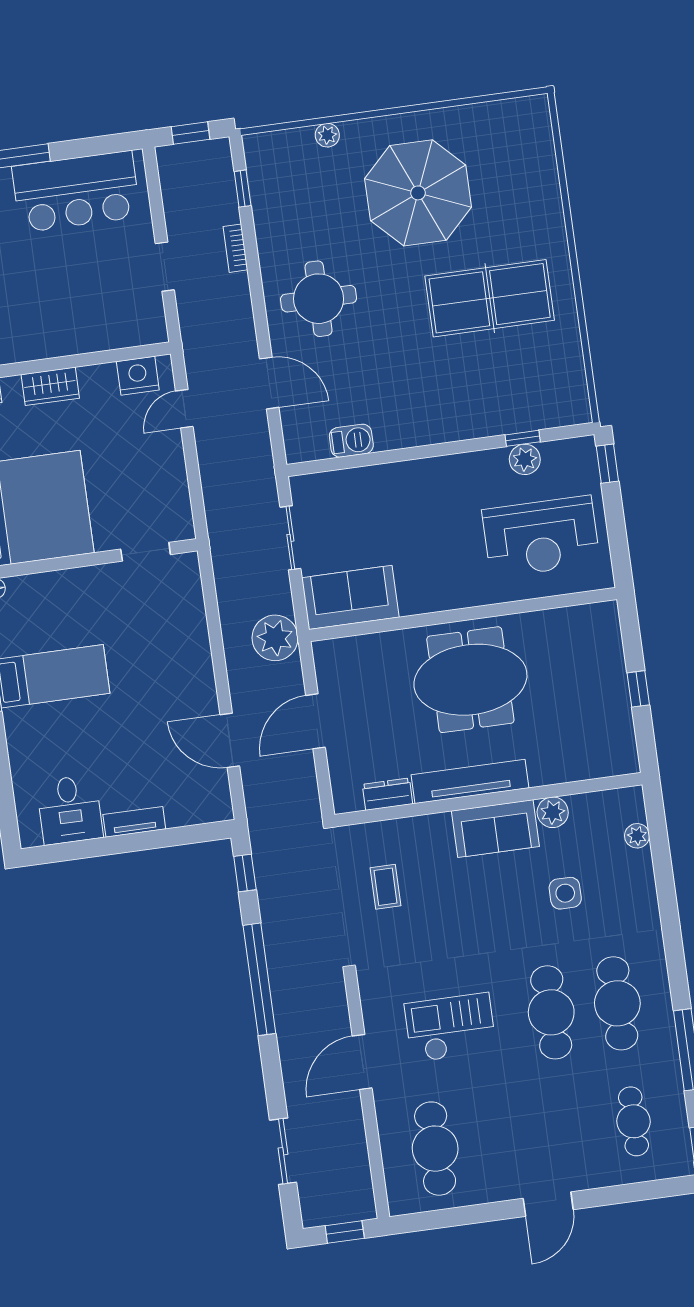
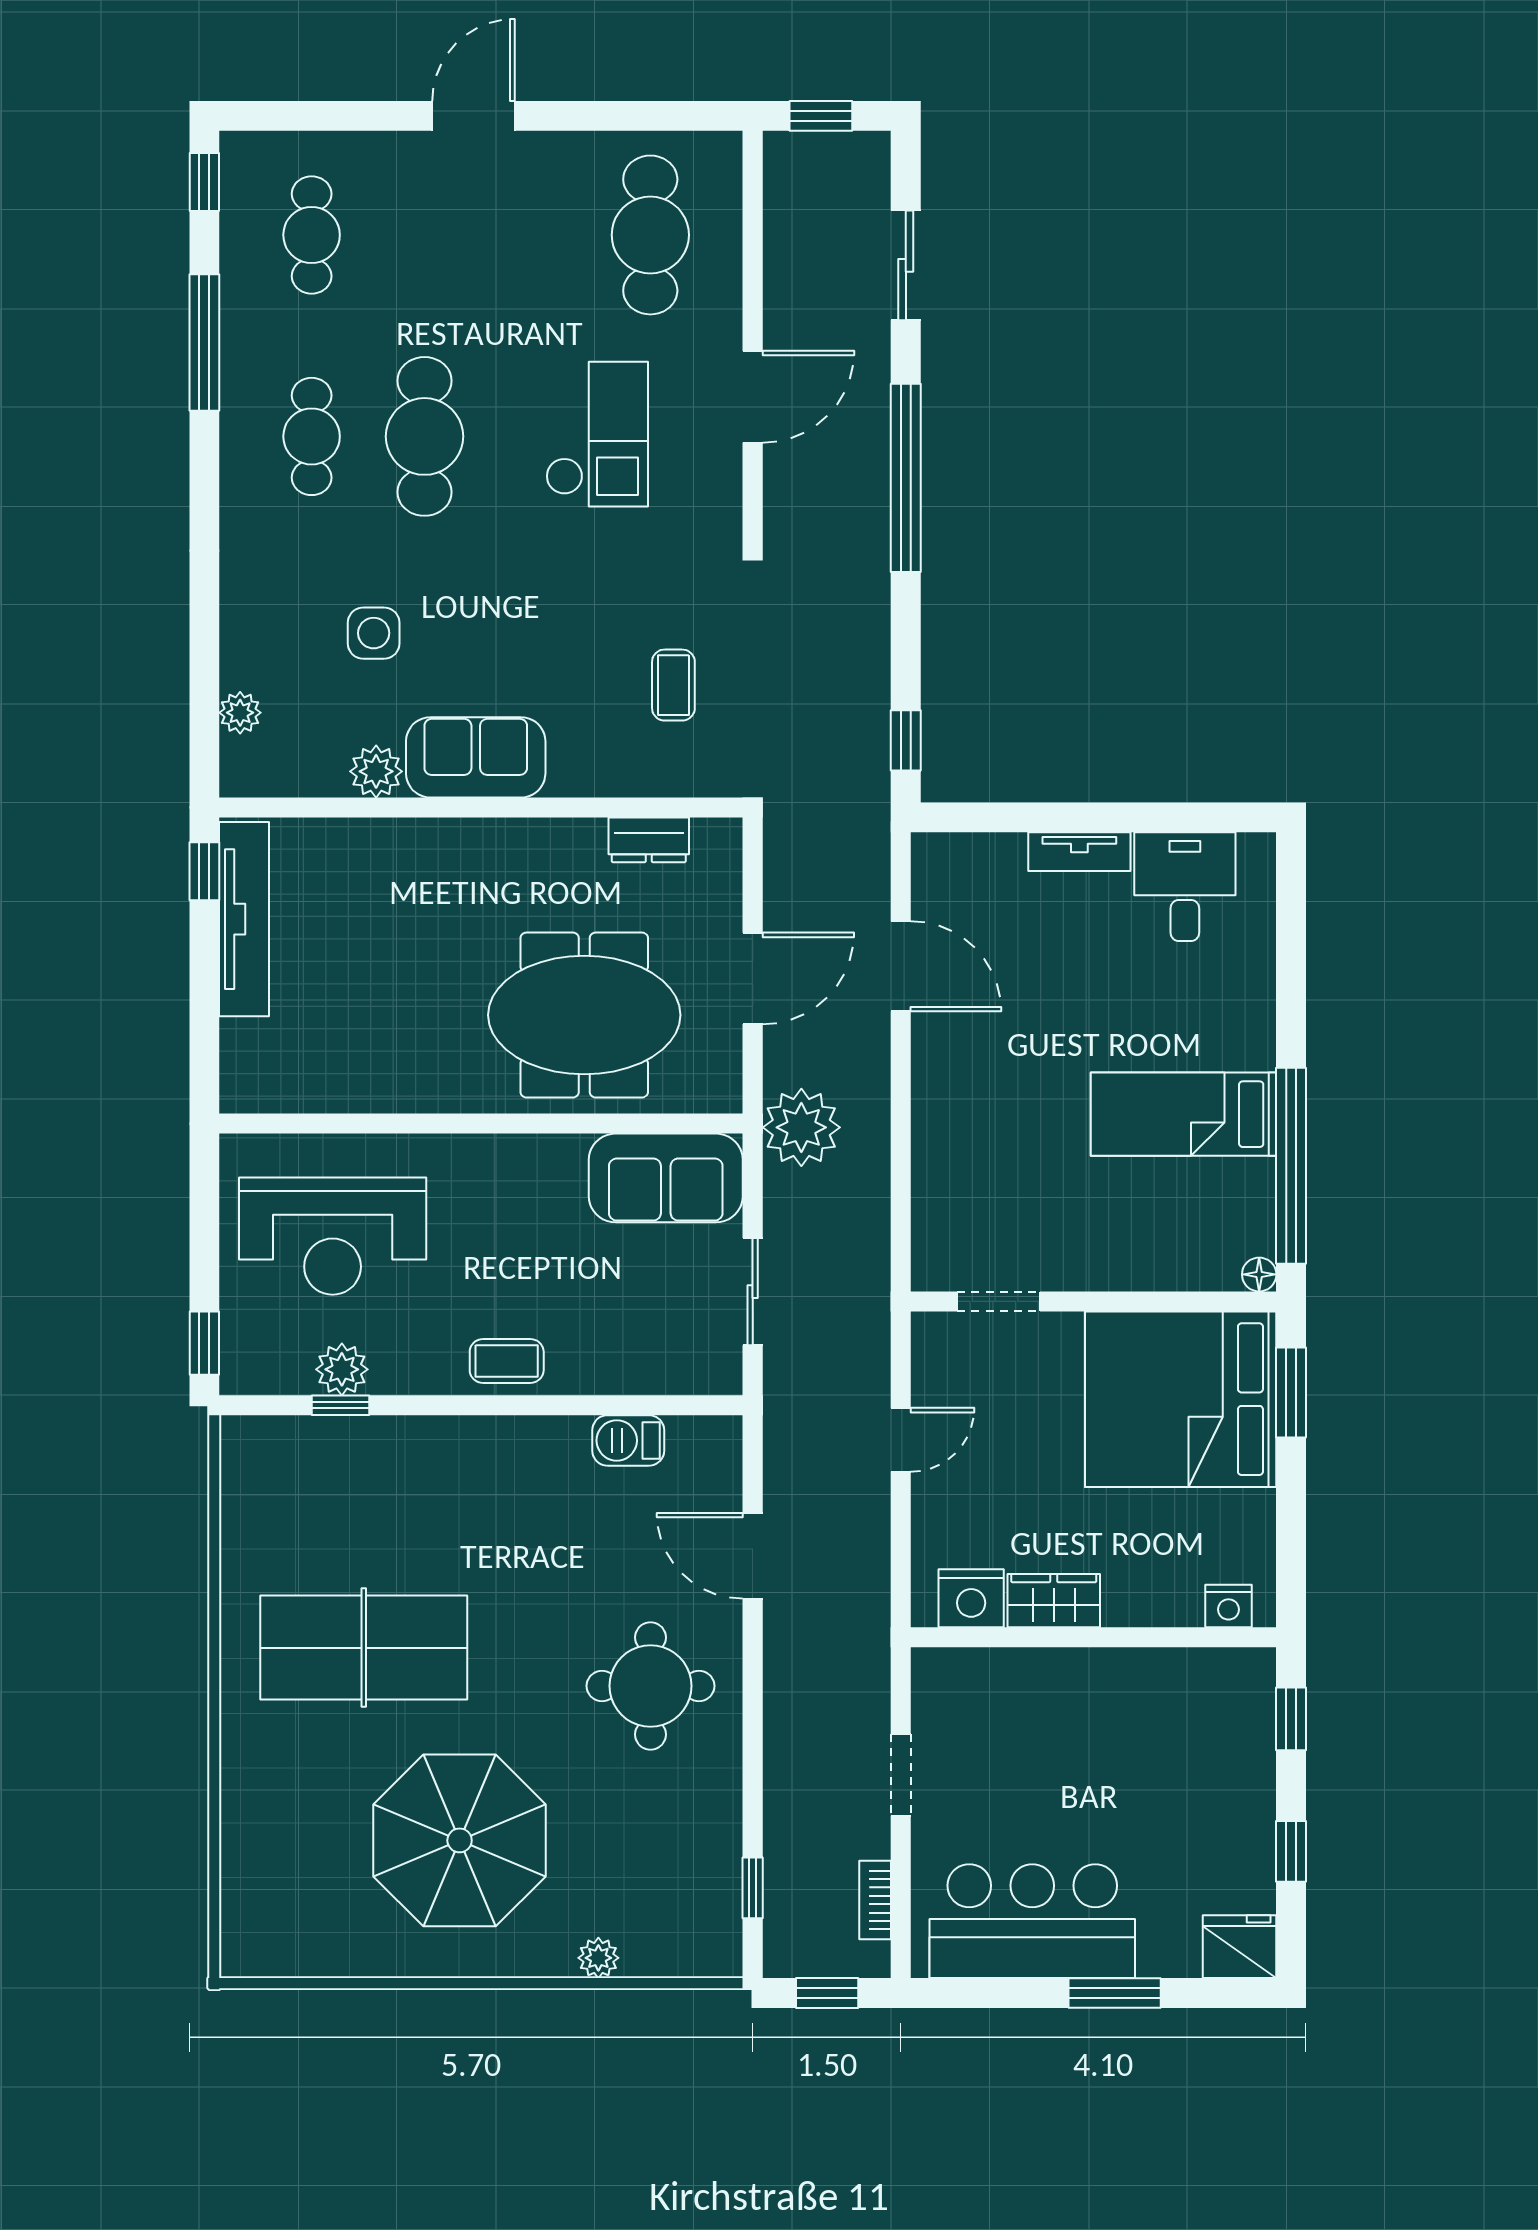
bookcase: (235, 248) -> (875, 1900), moved, turned 180
wardrobe: (50, 386) -> (1054, 1601), moved
door: (184, 409) -> (901, 1440), moved
coffee table: (429, 477) -> (507, 1361), added
reception desk: (541, 537) -> (333, 1236), turned 180
meeting table: (470, 680) -> (584, 1015), moved
window: (638, 689) -> (204, 871), moved
tv unit: (470, 781) -> (244, 919), moved, turned -90
window: (259, 979) -> (906, 478), moved
cafe table: (617, 1003) -> (312, 436), width x0.73, depth x0.74
checkout: (450, 1028) -> (597, 434), turned -90

